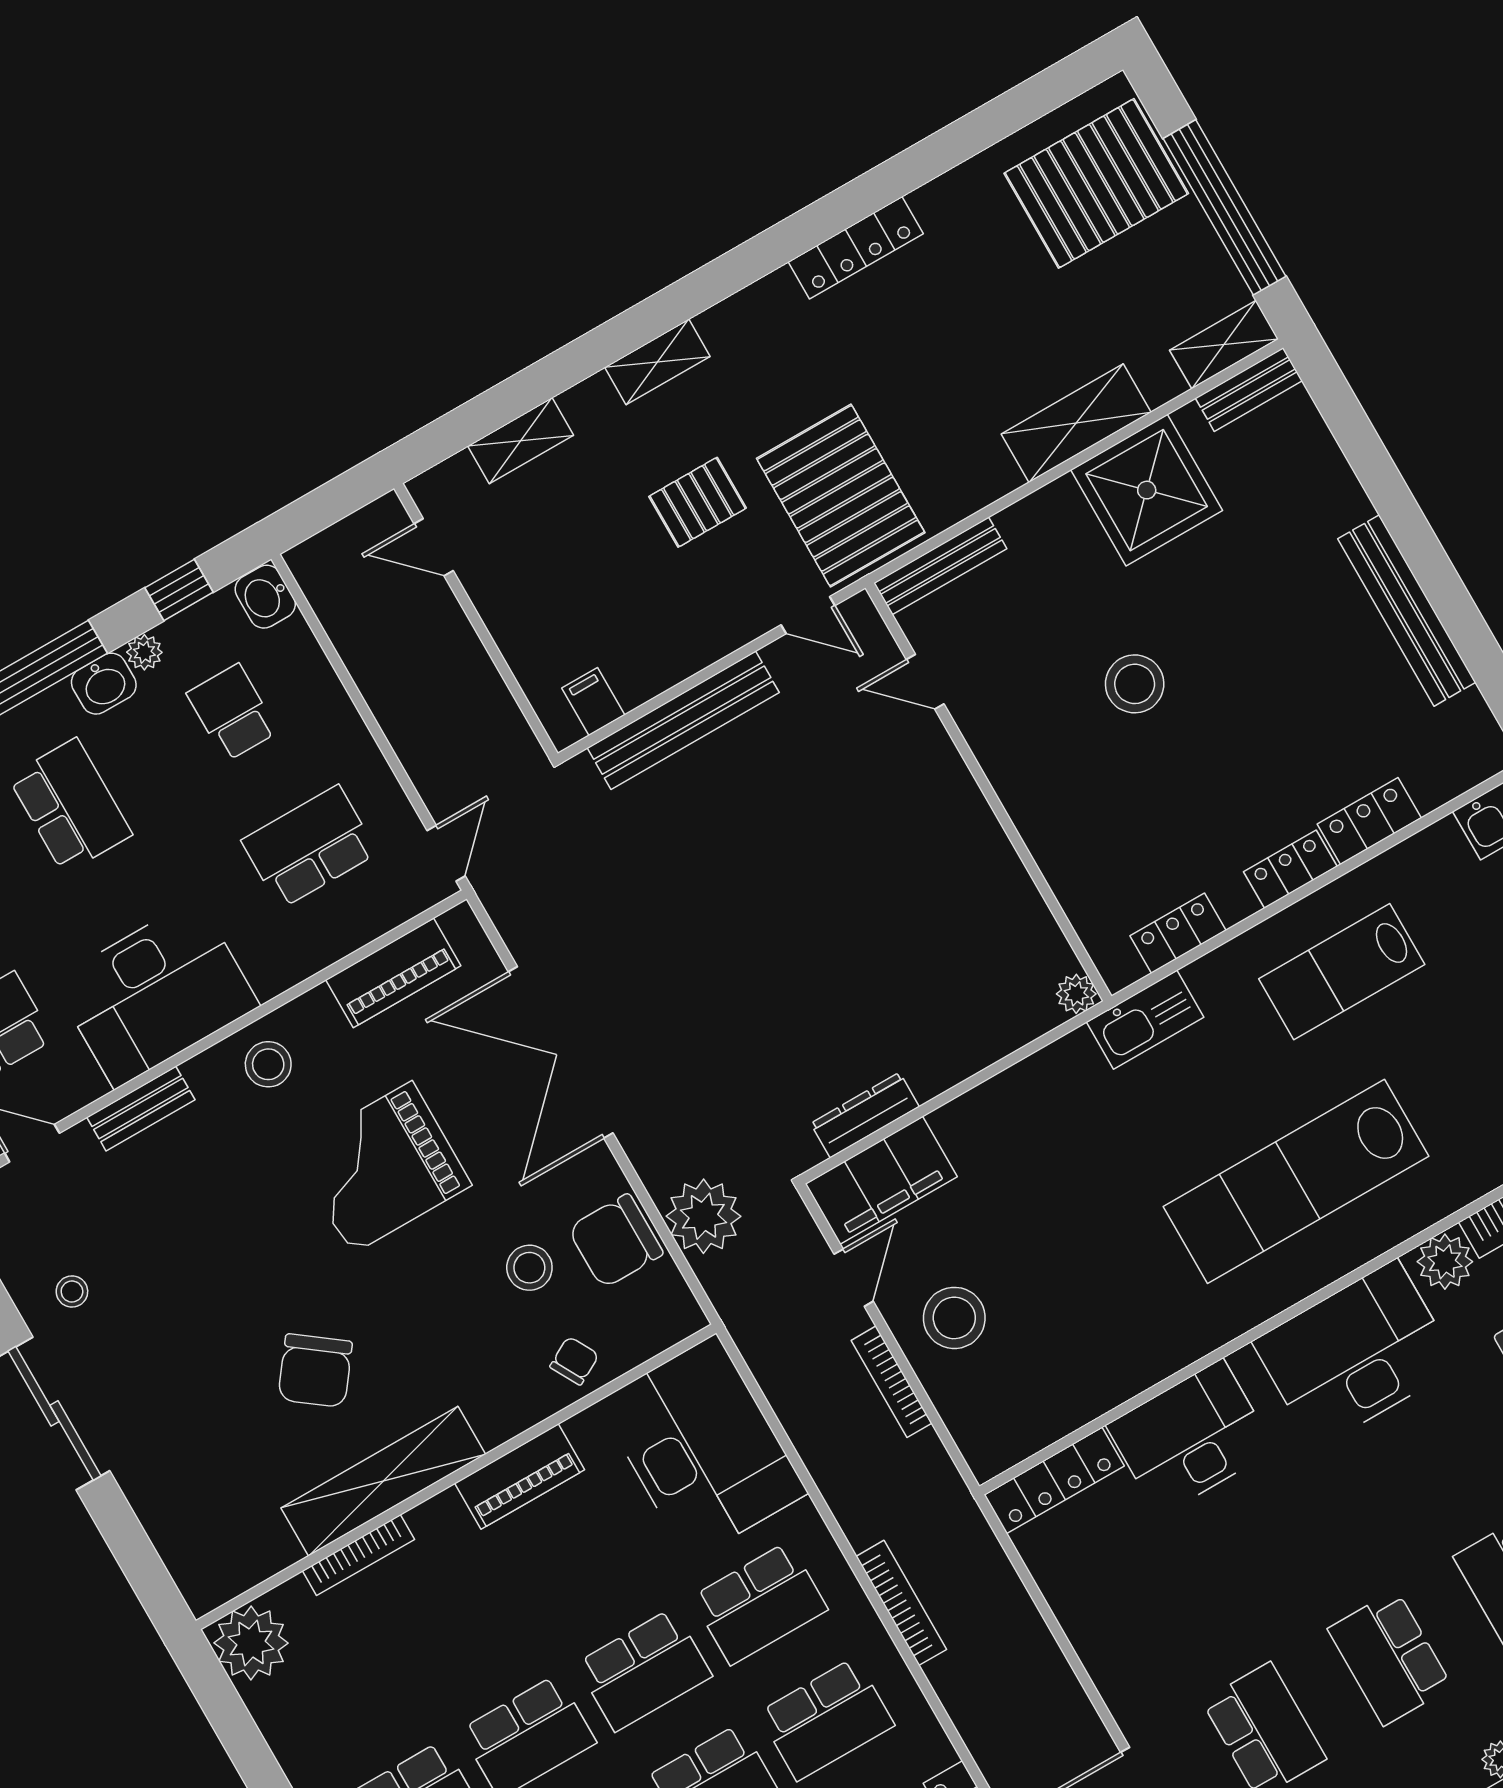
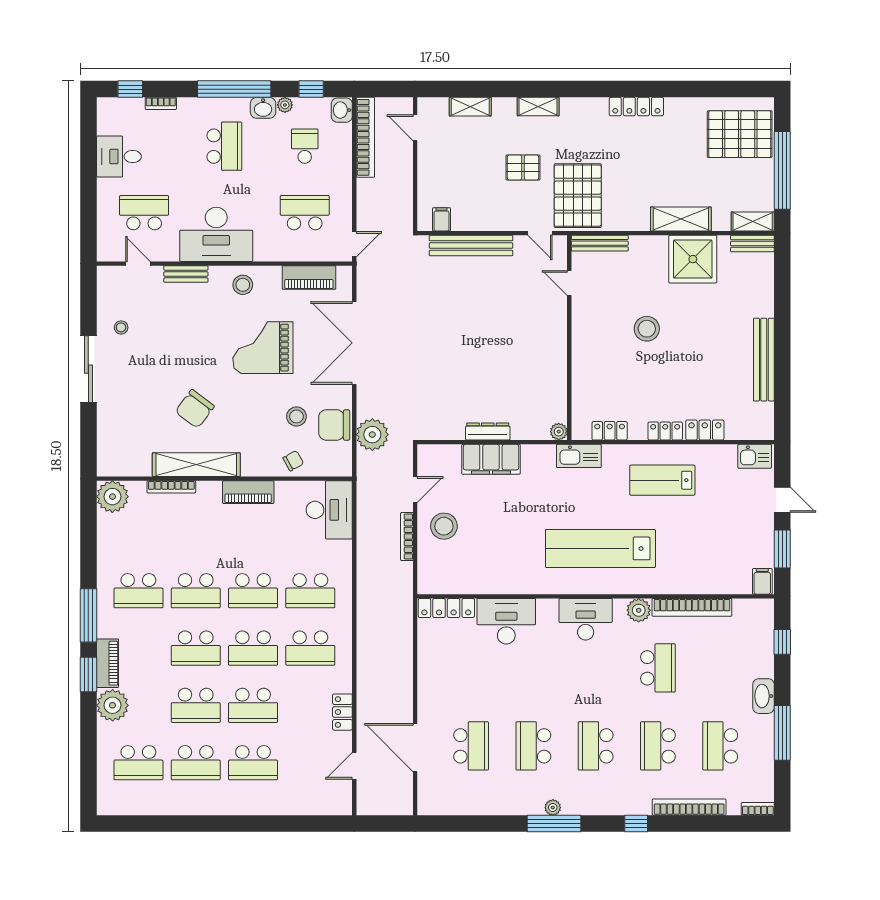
dresser: (865, 1115) -> (488, 431), moved
filing cabinet: (881, 1180) -> (491, 459), moved
desk: (1356, 1354) -> (586, 619), width x0.73, depth x0.77
desk: (702, 1448) -> (329, 510), width x0.73, depth x0.77
bookcase: (901, 1603) -> (365, 137), moved, width x1.48, depth x1.31

